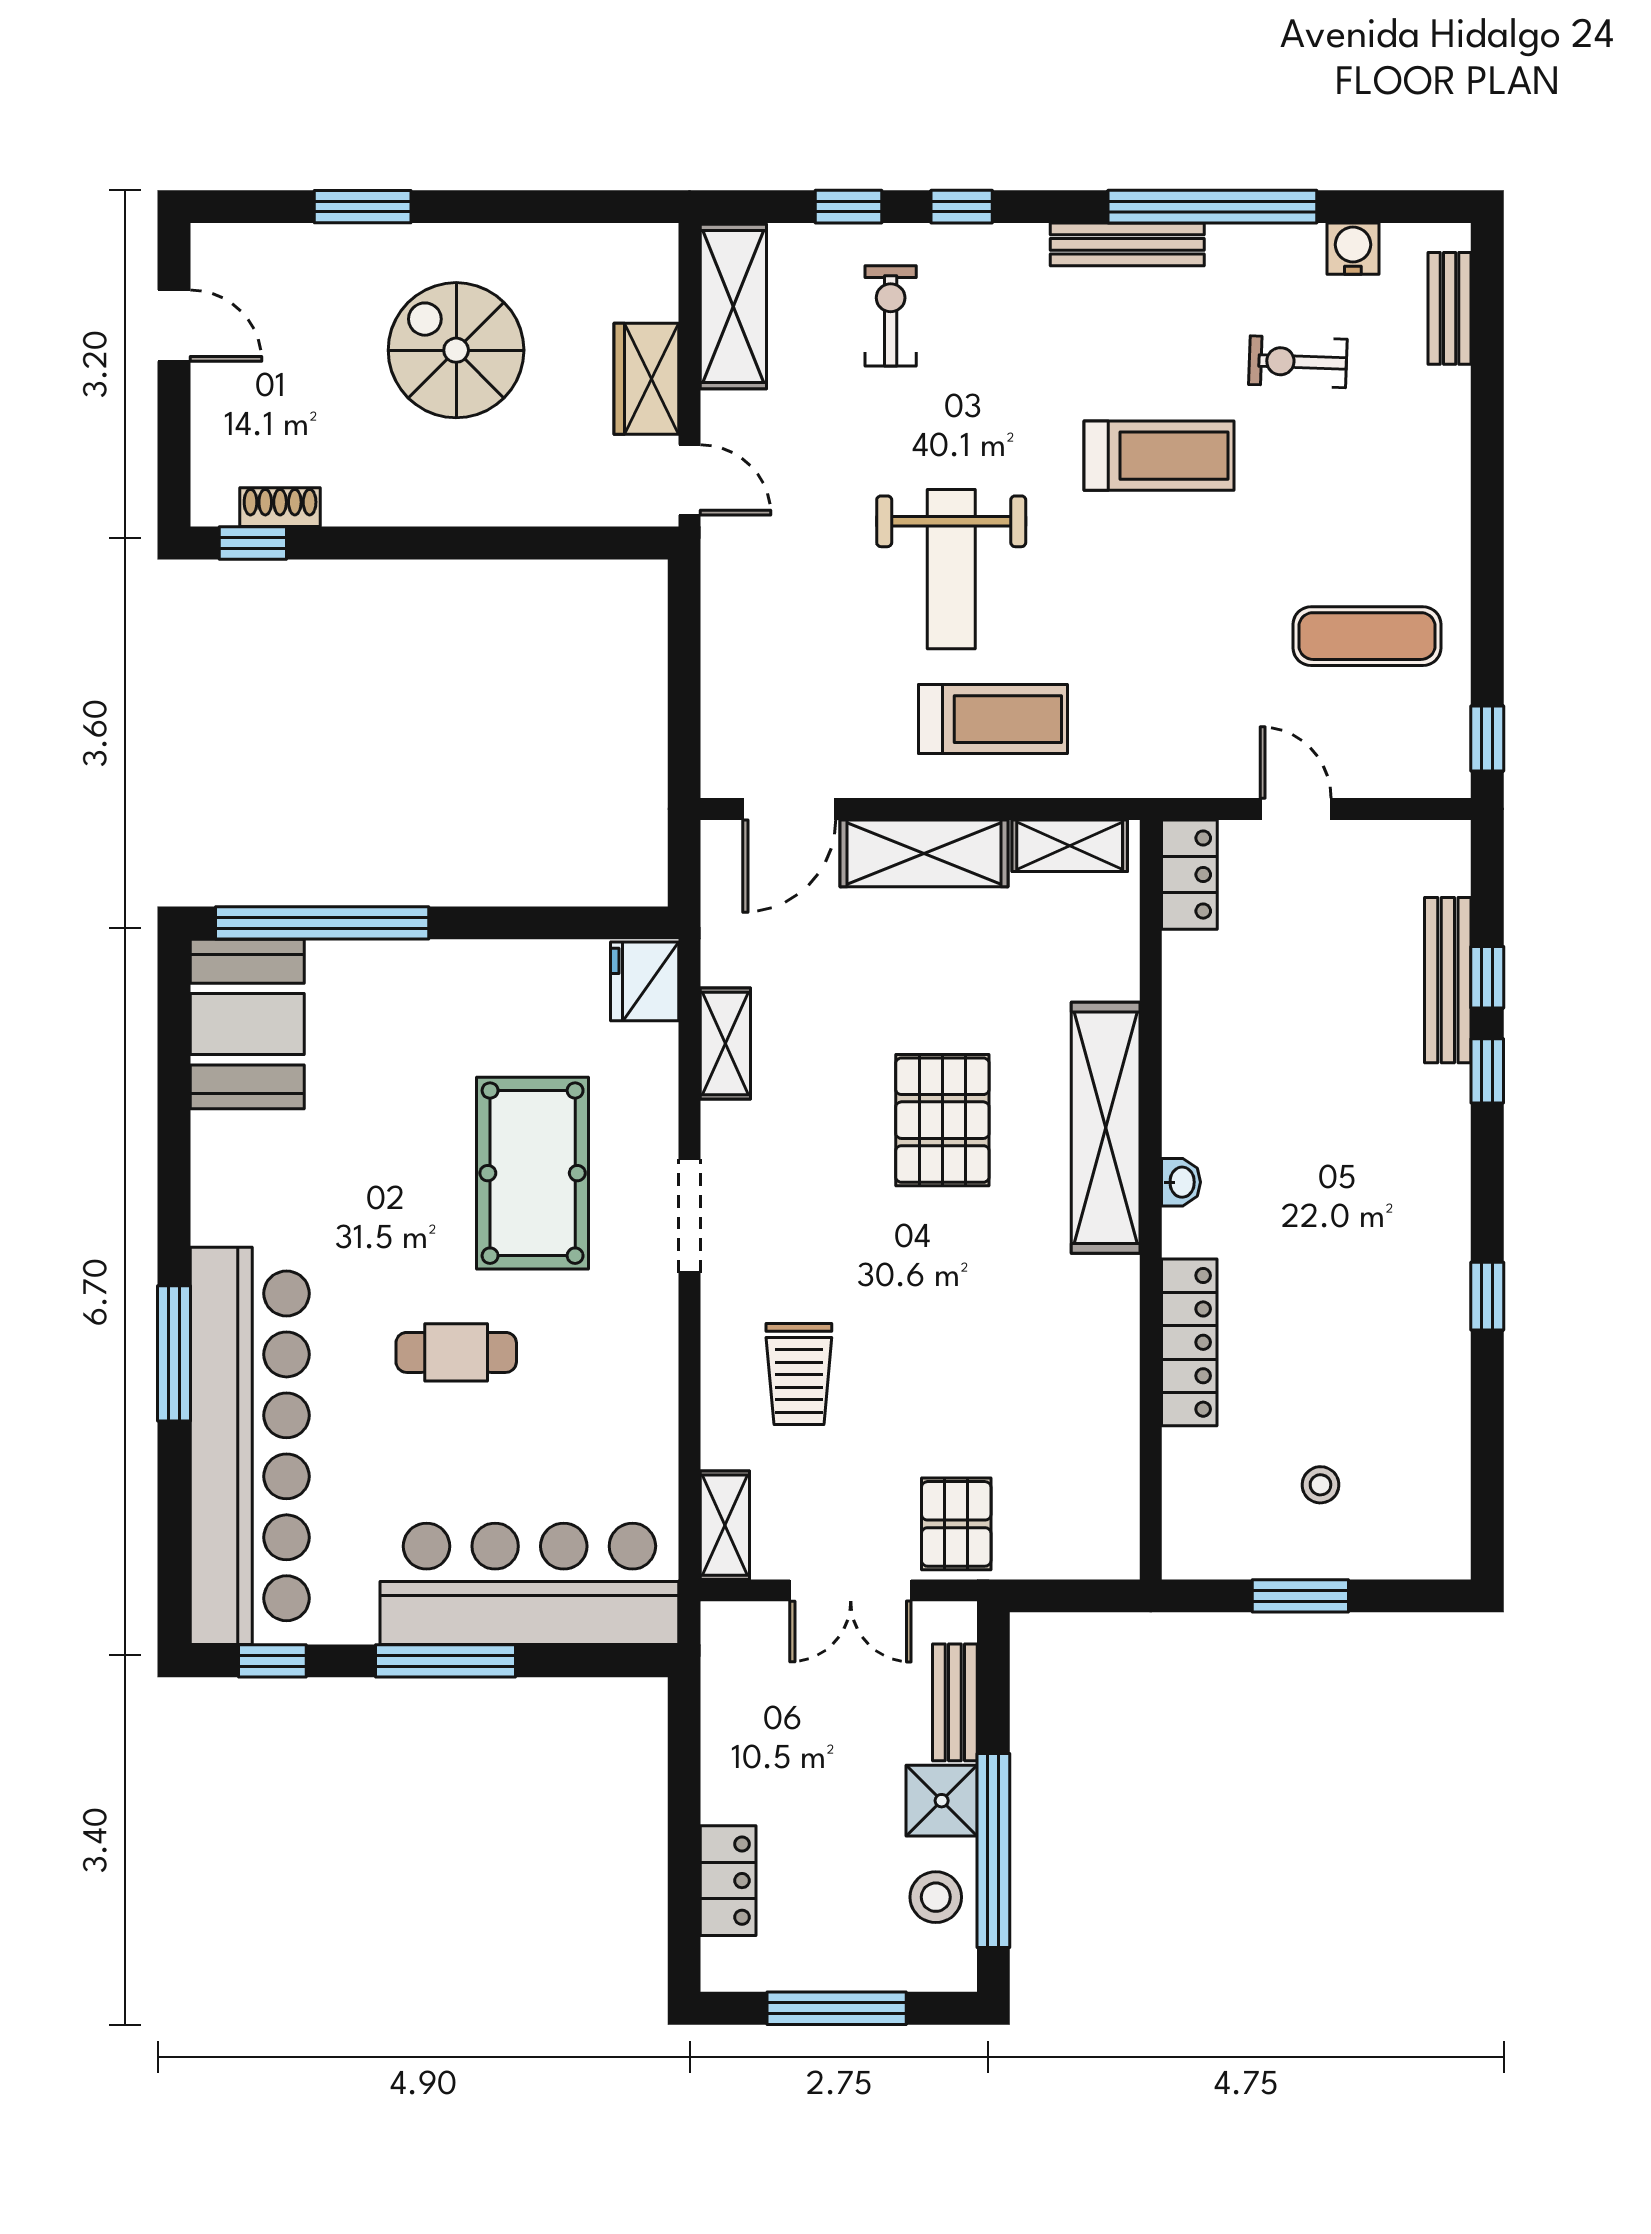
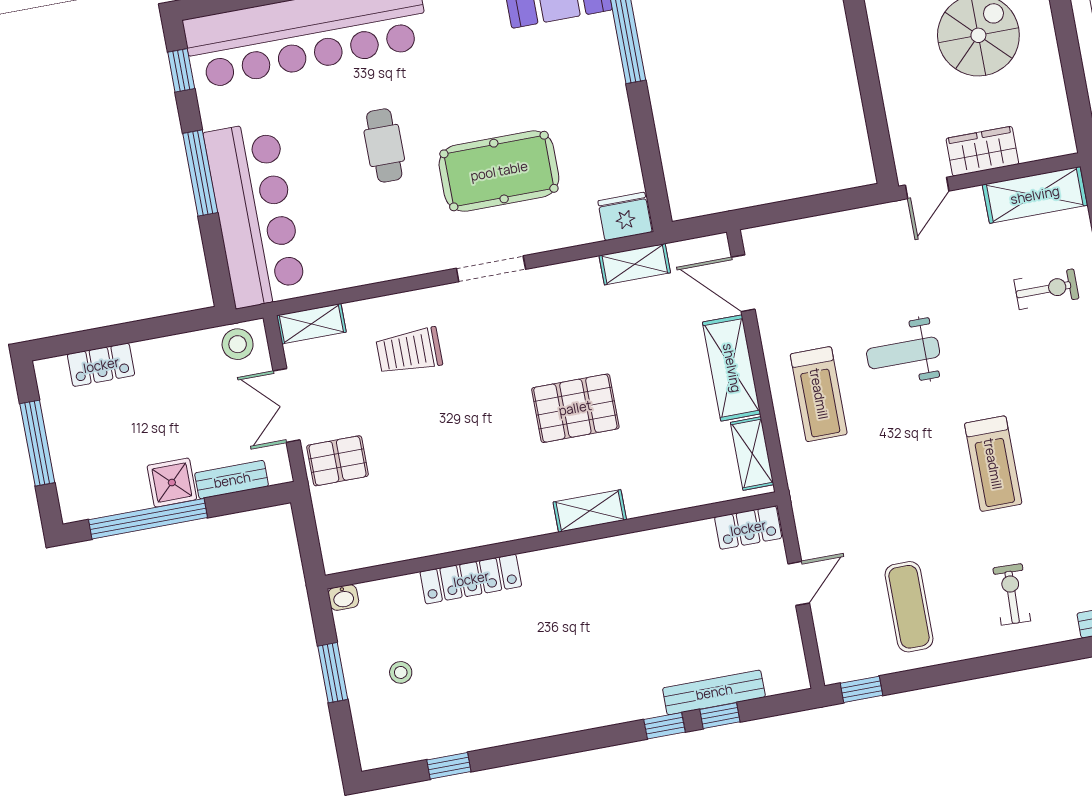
exercise bike: (1298, 362) -> (1012, 594), moved
weight bench: (951, 569) -> (903, 353), width x0.73, depth x0.75
shelving: (725, 1044) -> (635, 264), moved
shelving: (1106, 1128) -> (590, 511), width x0.45, depth x0.75
washbasin: (1181, 1182) -> (343, 597), moved
window: (1487, 1296) -> (449, 766), moved
stool: (936, 1897) -> (238, 344), moved

